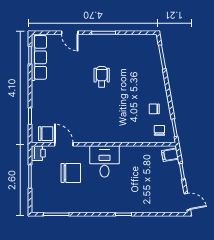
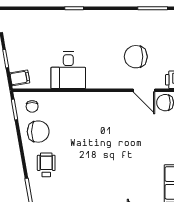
wheelchair: (102, 77) -> (46, 165), moved, turned 180
chair: (154, 109) -> (38, 132), width x1.87, depth x1.87
desk: (105, 161) -> (68, 70), moved

